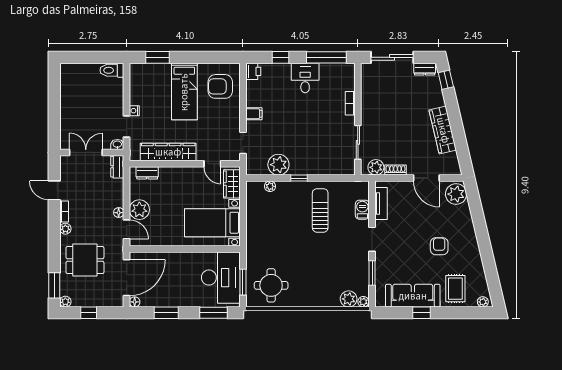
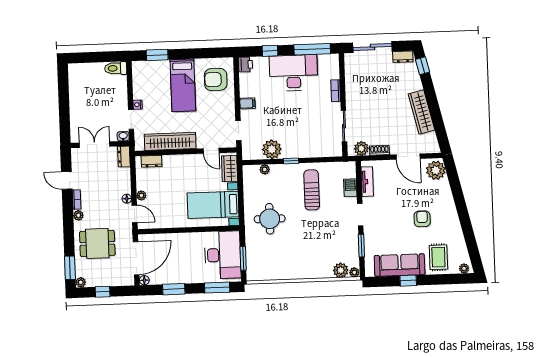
desk: (305, 78) -> (293, 73), width x1.87, depth x1.30
plant: (139, 210) -> (141, 195), width x0.53, depth x0.53
round table: (271, 285) -> (270, 219), moved

